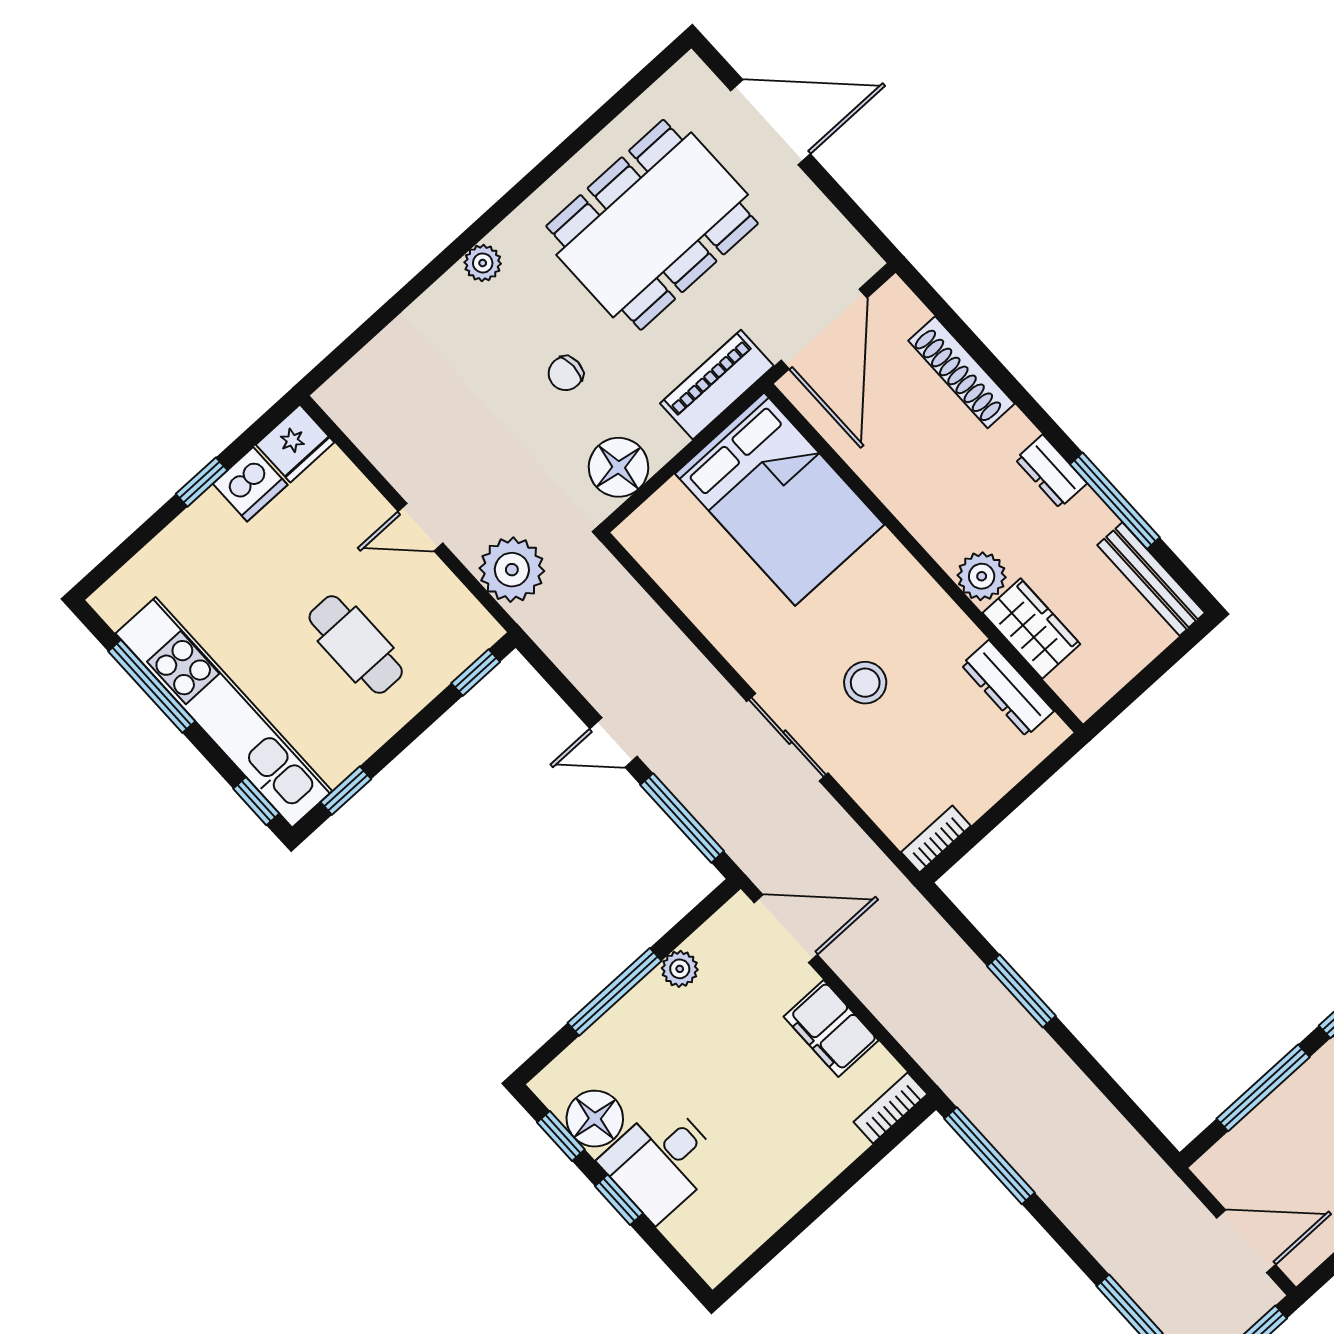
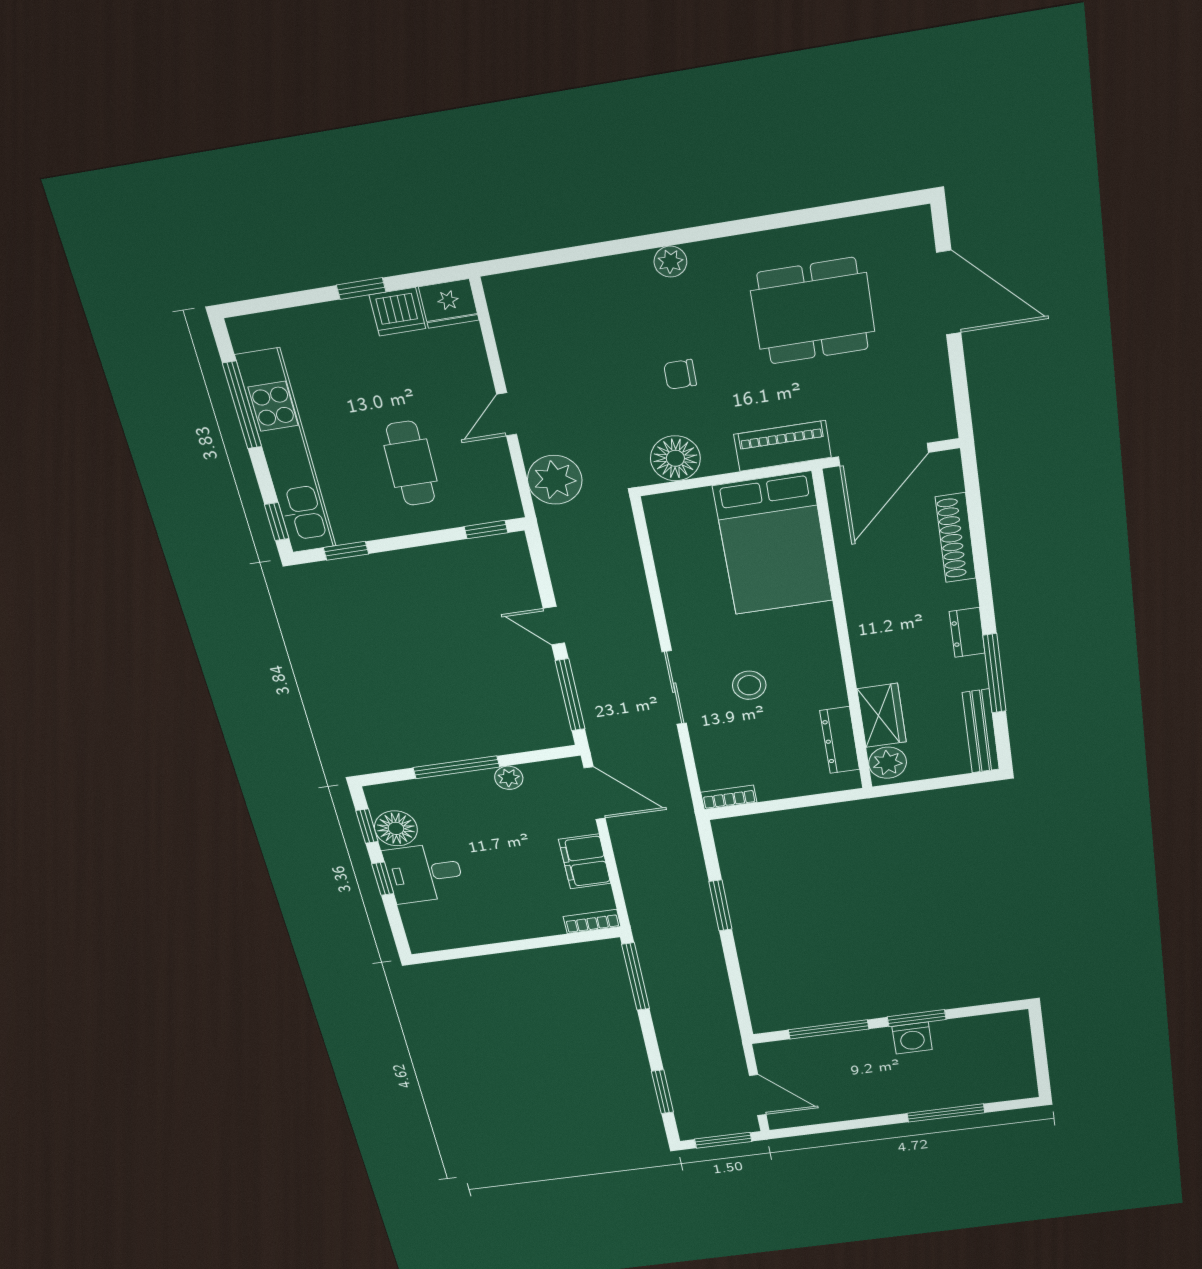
dining table: (652, 225) -> (813, 311), width x0.73, depth x0.80
door: (420, 527) -> (507, 414), hinge flipped
plant: (982, 576) -> (888, 763), moved

